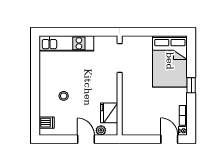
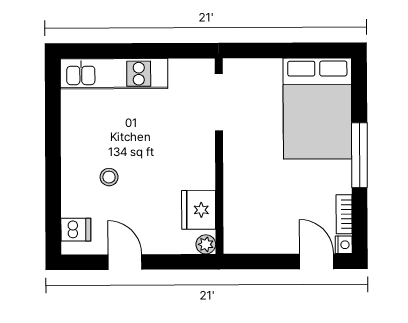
window: (191, 85) -> (359, 155), width x2.17
plant: (101, 130) -> (206, 244), moved
door: (86, 139) -> (125, 262), moved

